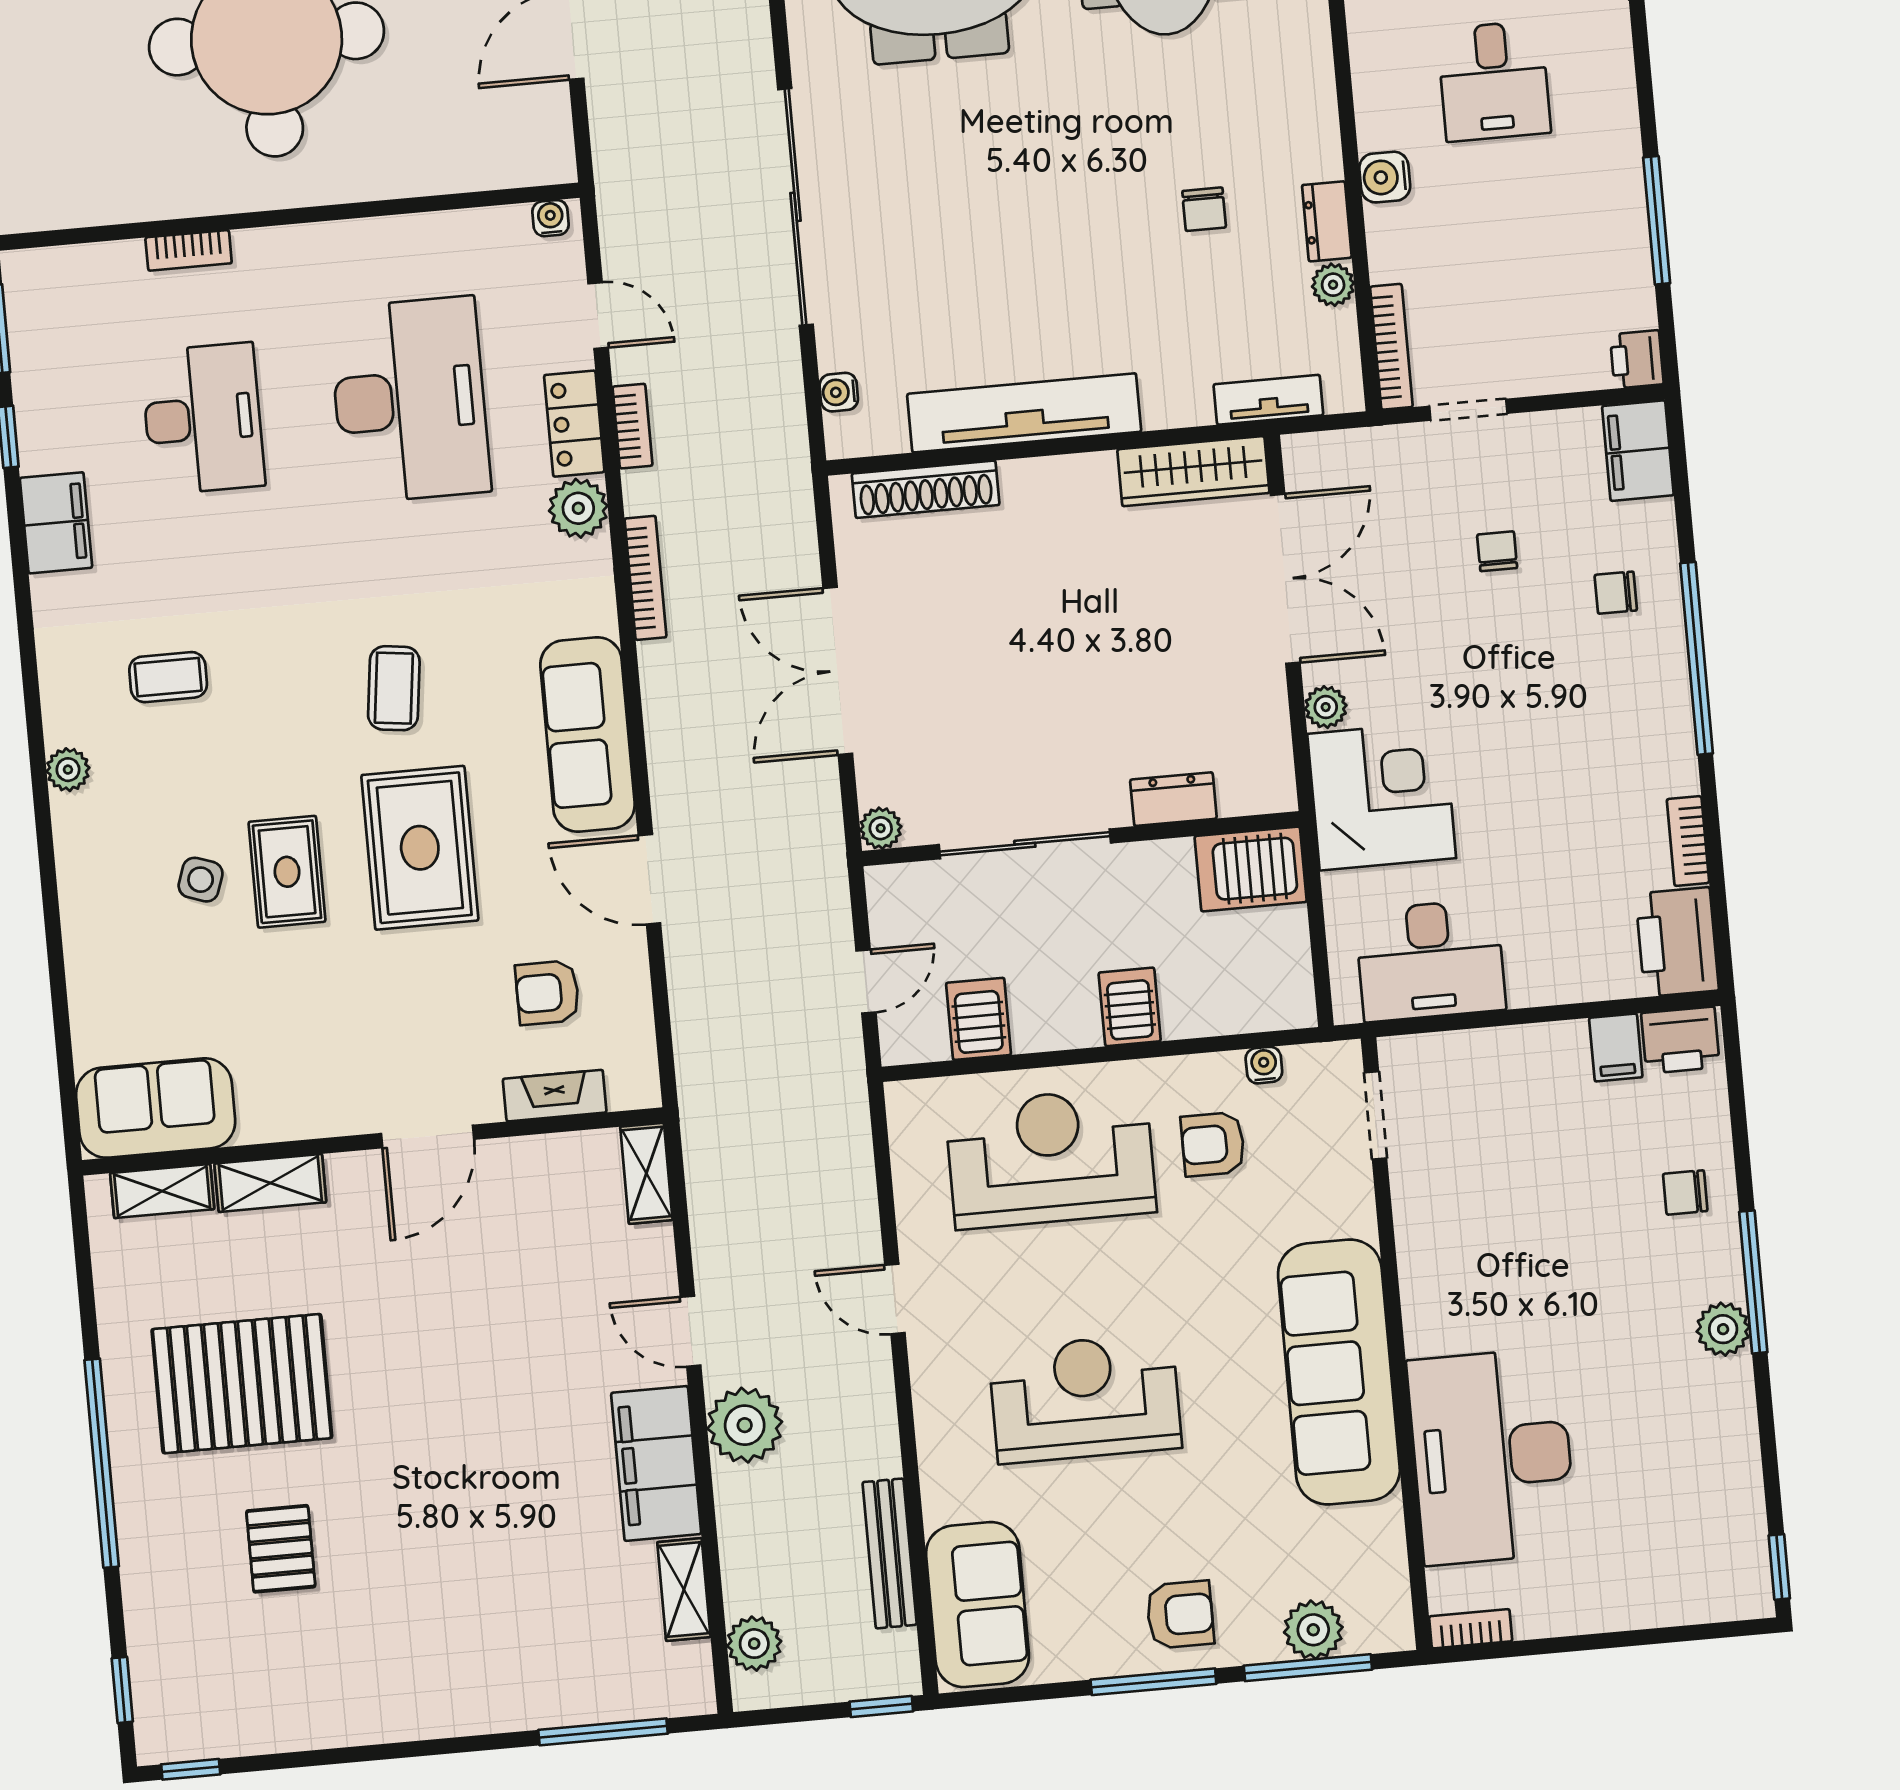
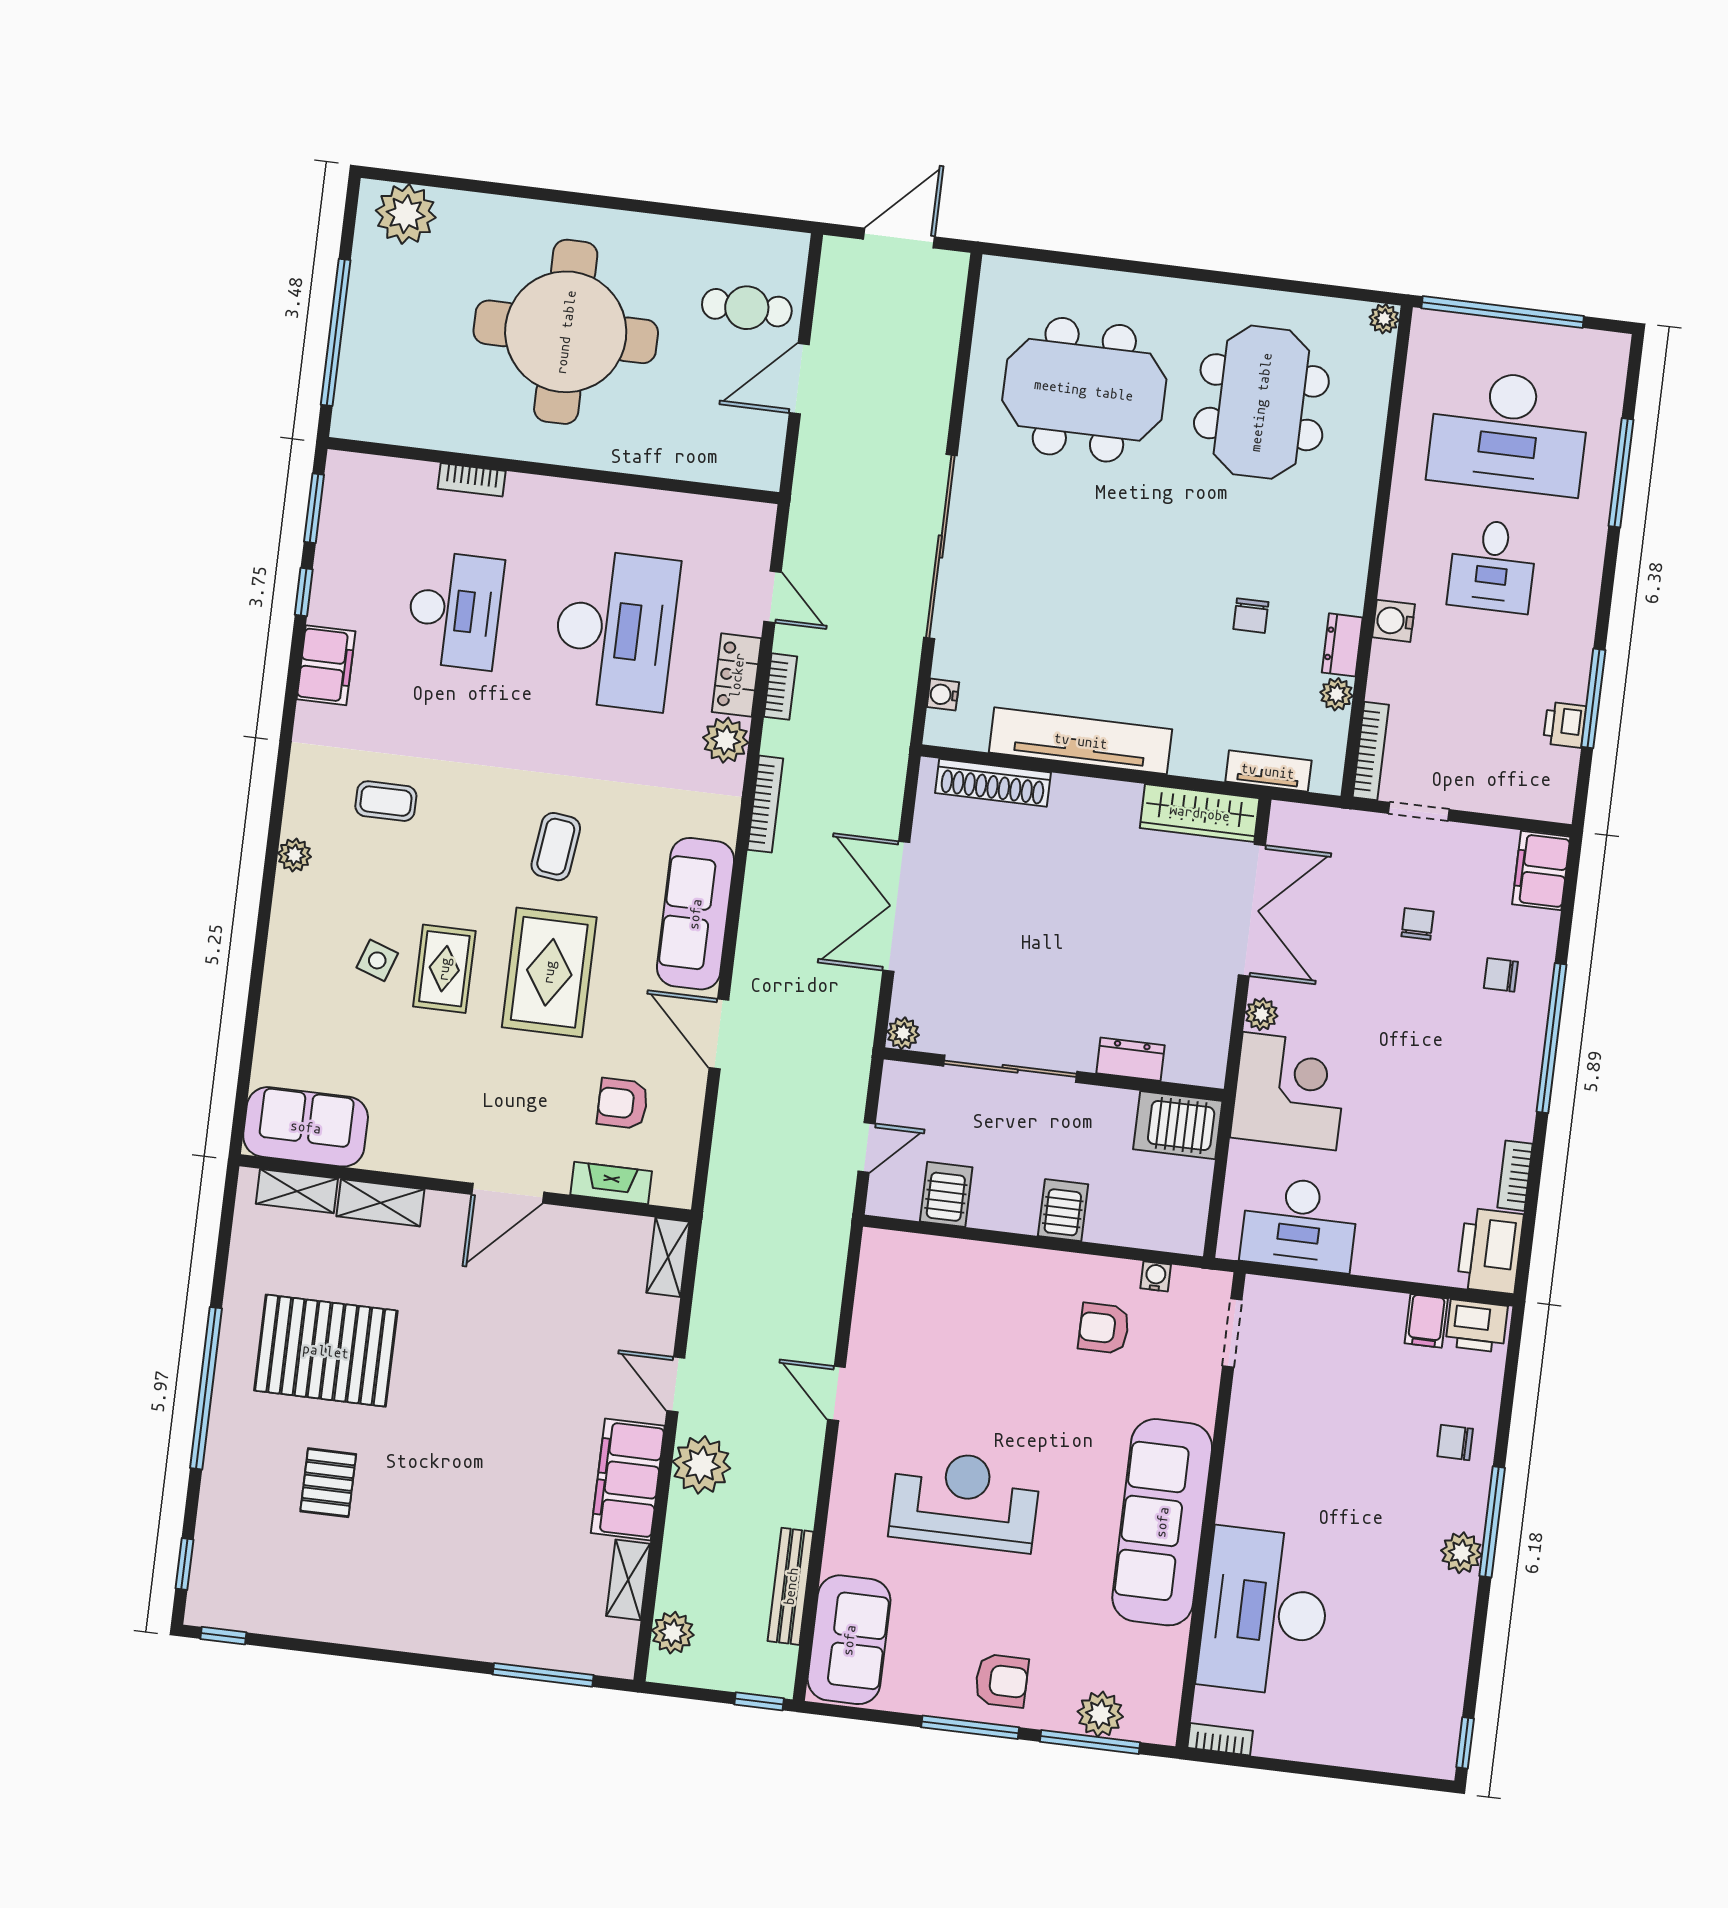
water cooler: (551, 218) -> (752, 515), removed
printer: (1637, 359) -> (1565, 725), moved
reception desk: (1051, 1158) -> (978, 1312), removed

